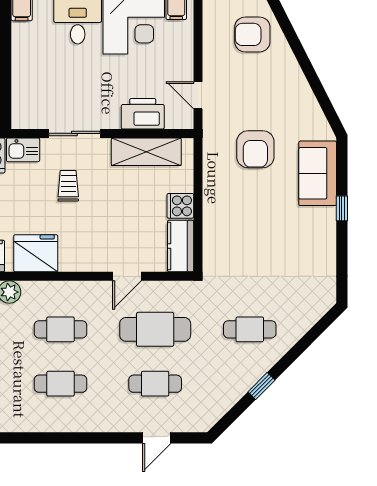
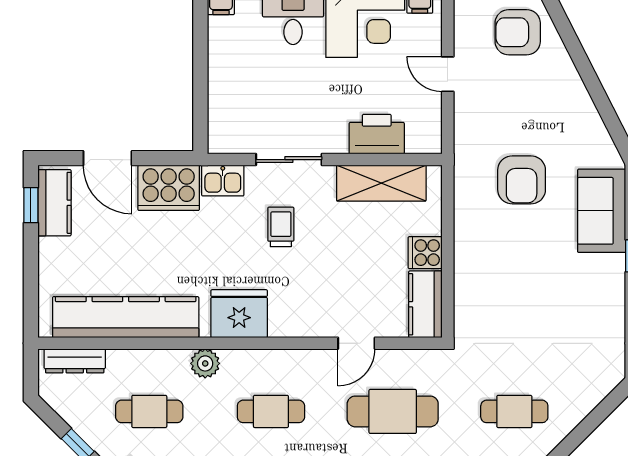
door: (198, 95) -> (448, 74), moved

